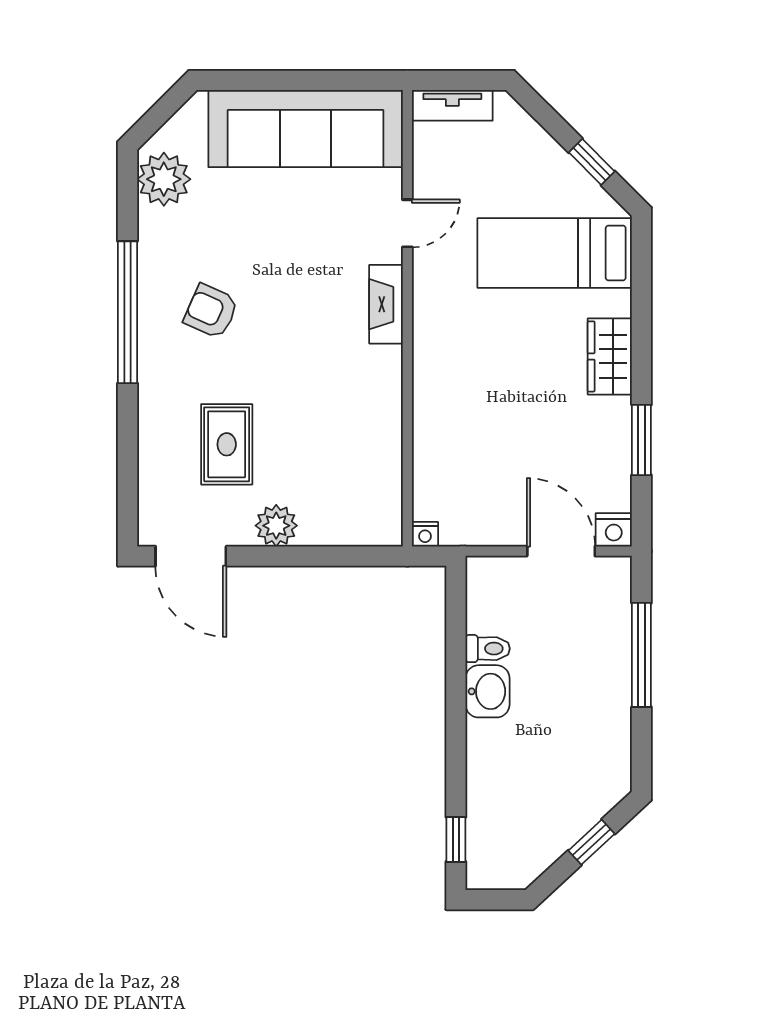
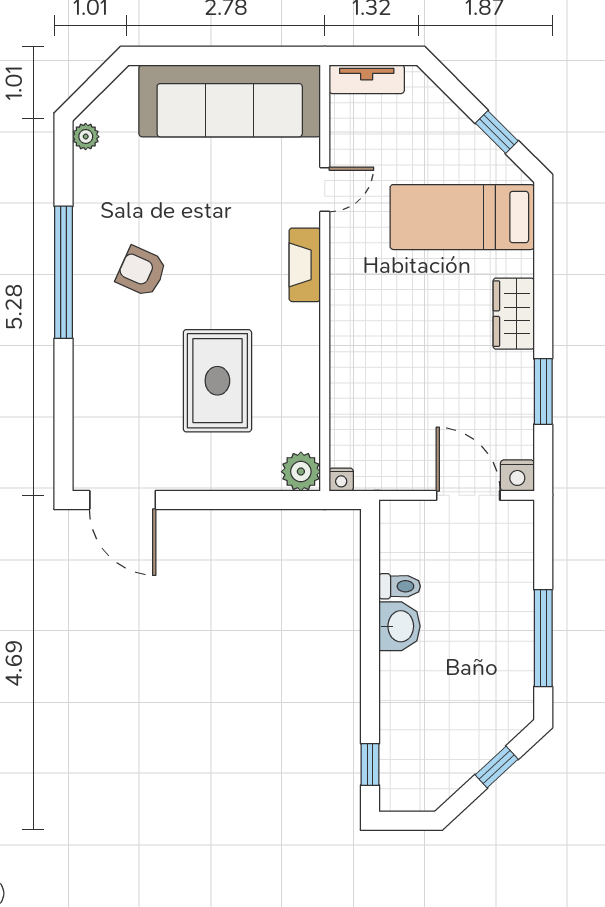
plant: (164, 179) -> (86, 137), width x0.53, depth x0.53
rug: (227, 444) -> (217, 381), moved, width x1.36, depth x1.43
plant: (276, 526) -> (301, 472), moved
window: (641, 655) -> (543, 638), moved

